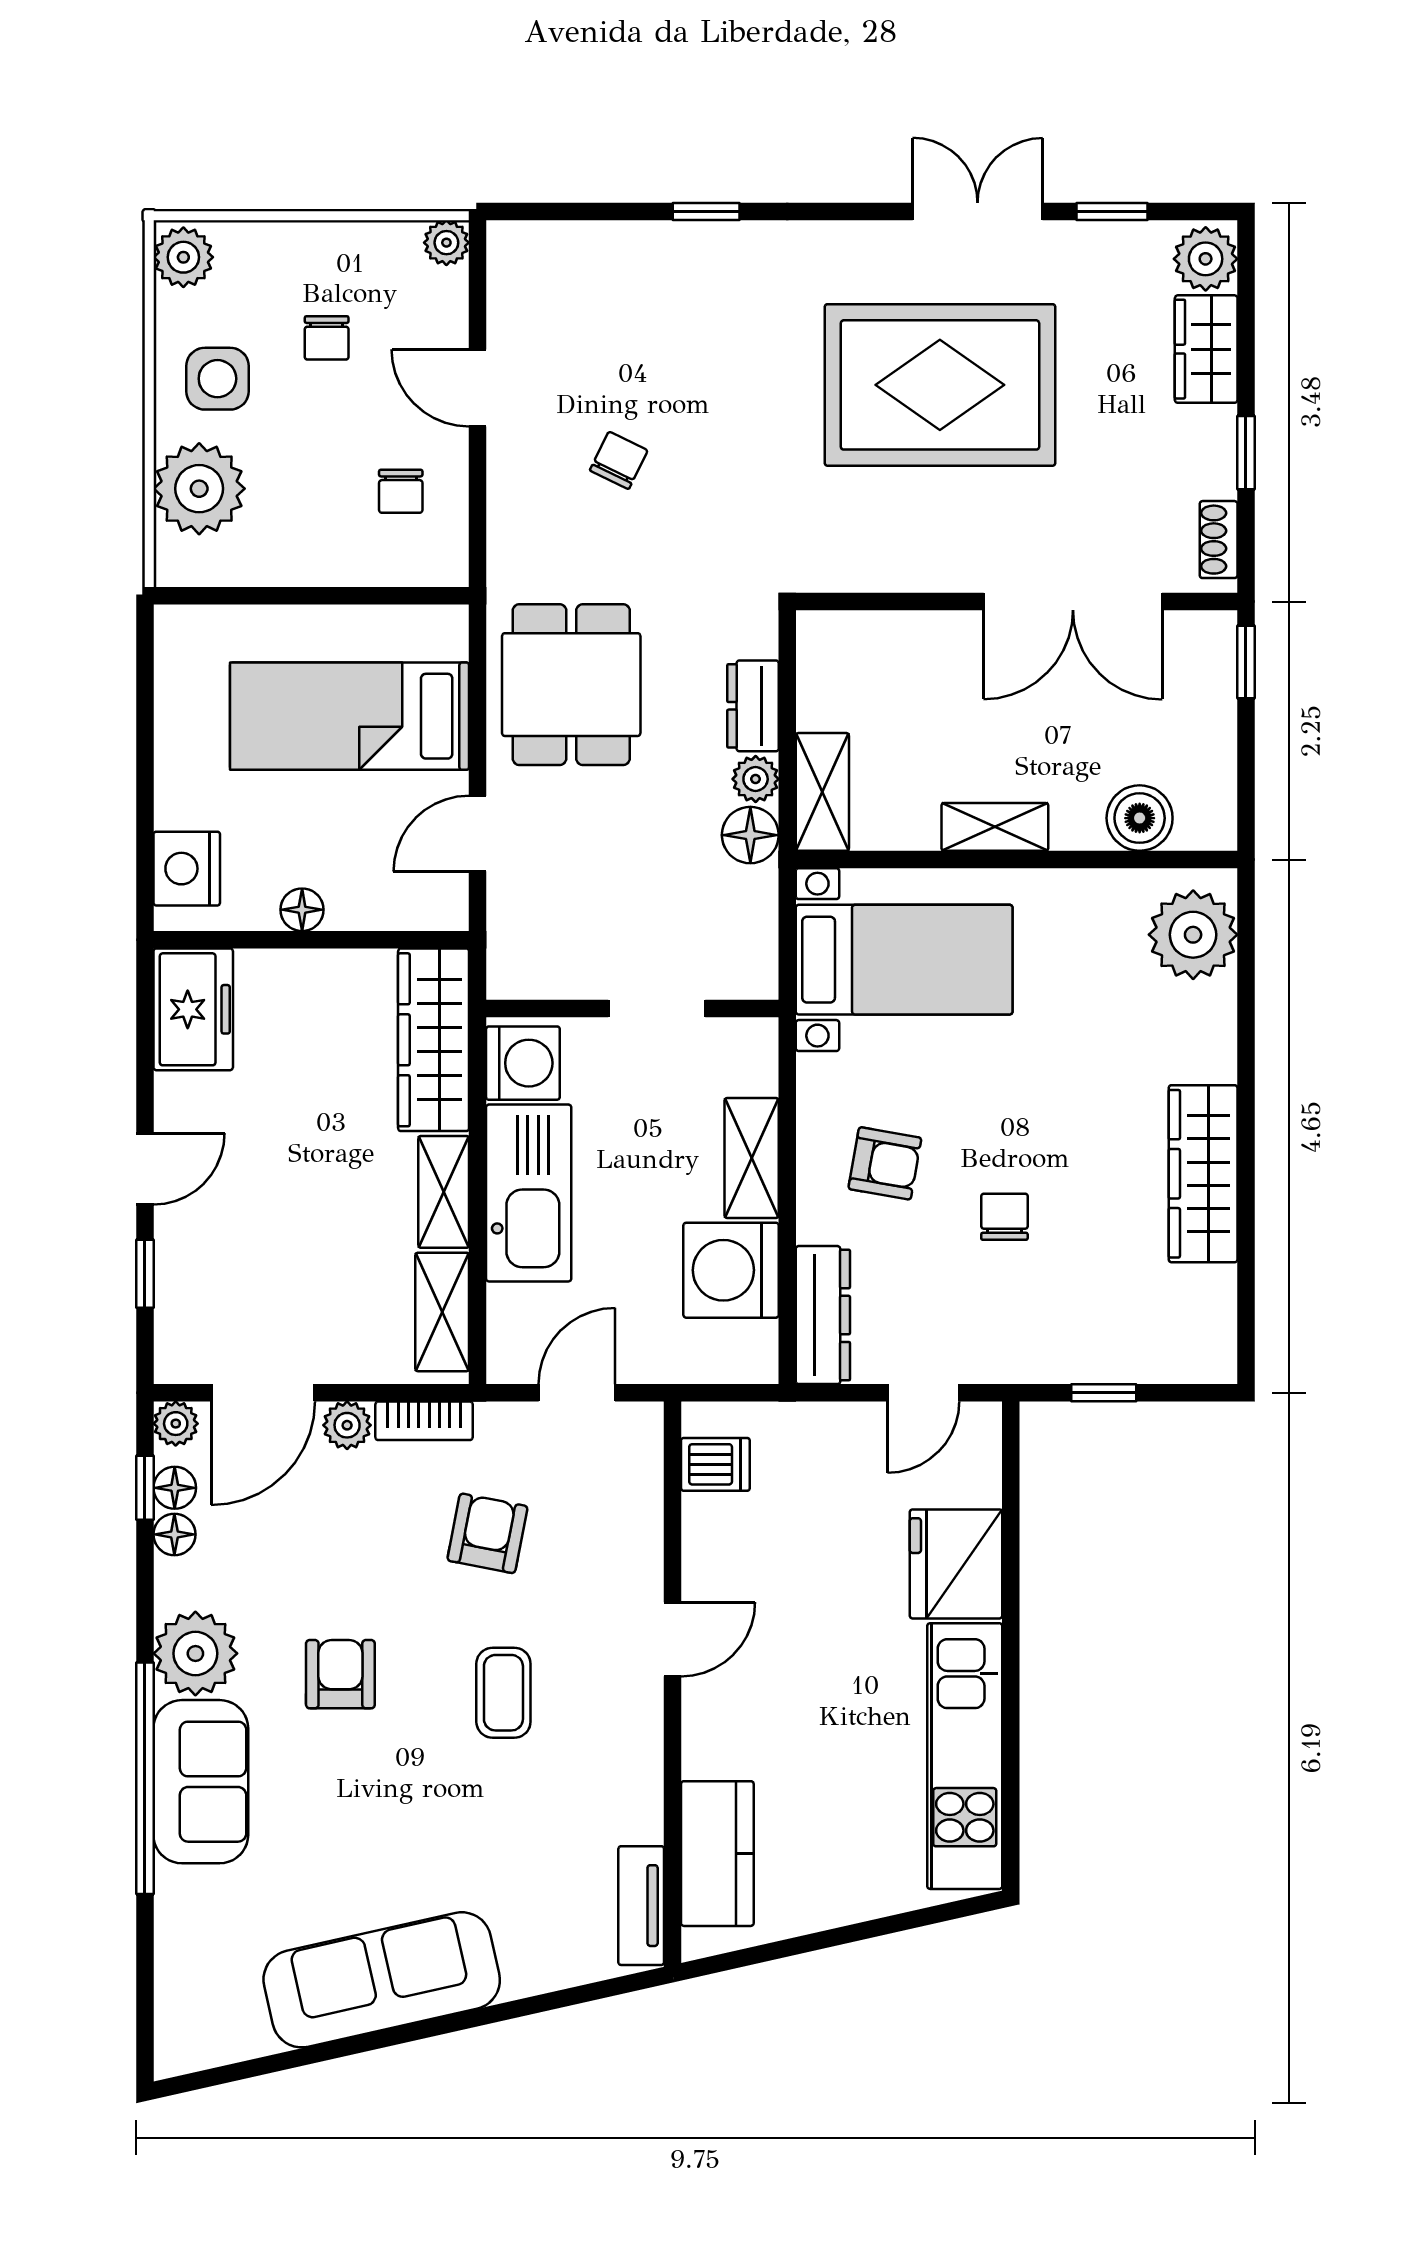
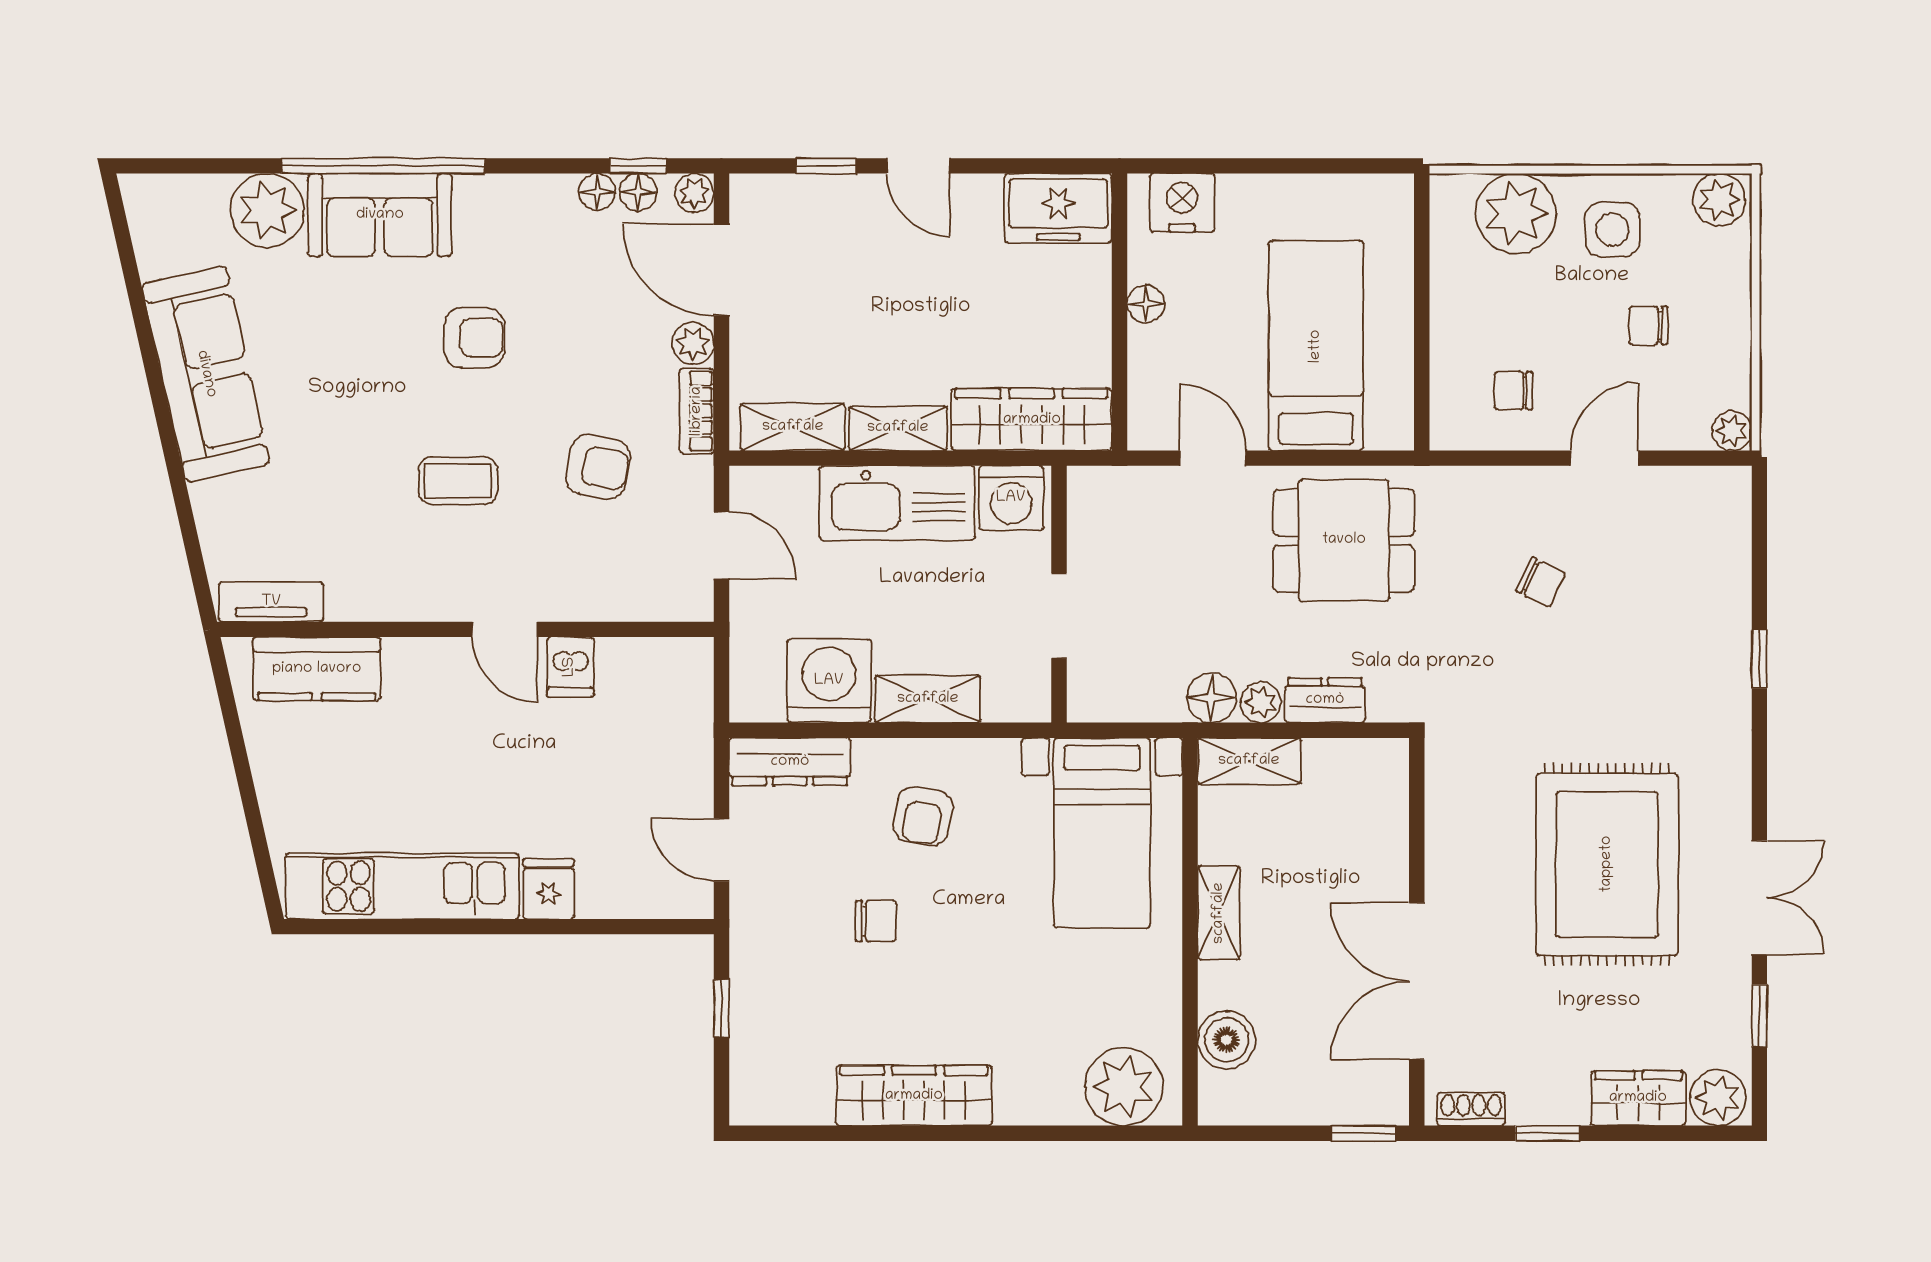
dishwasher: (715, 1464) -> (570, 667), moved
fridge: (956, 1564) -> (549, 889), width x0.53, depth x0.75
plant: (195, 1653) -> (267, 210), moved

